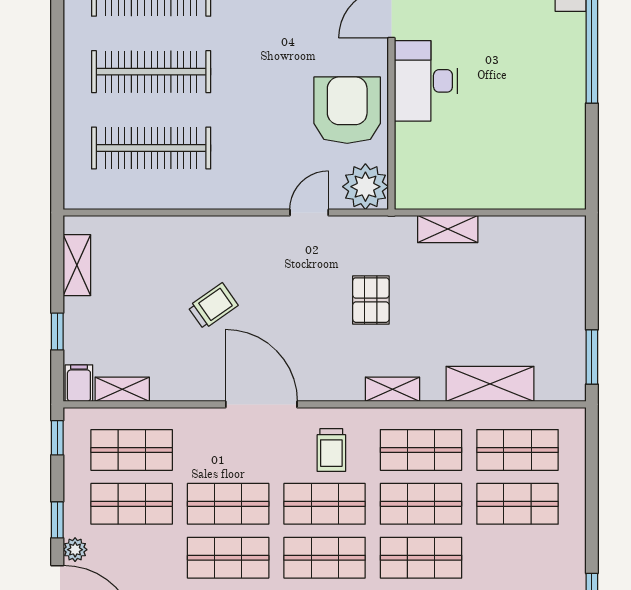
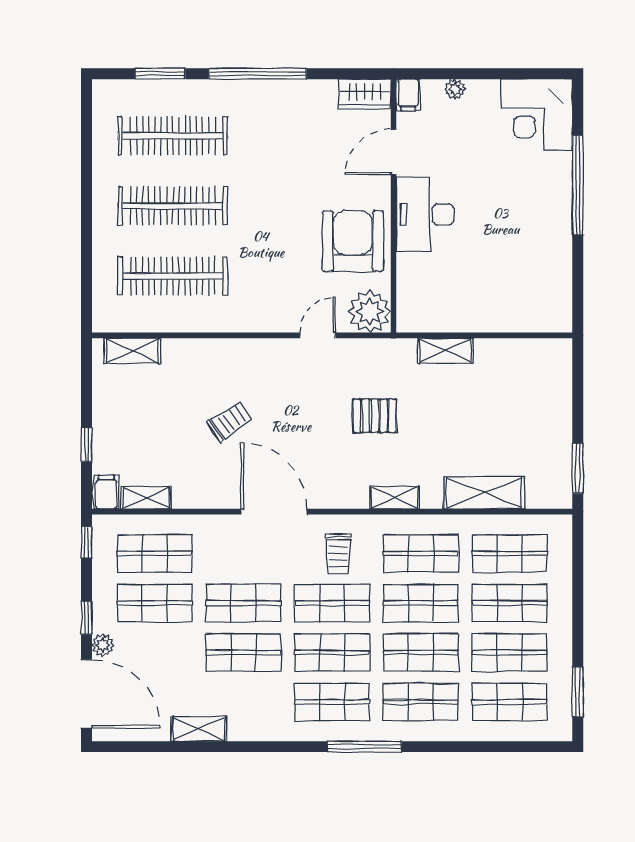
shelving: (77, 265) -> (132, 351), moved, turned 90
pallet: (371, 300) -> (375, 416), turned 90
shop shelf: (518, 558) -> (509, 653), added

